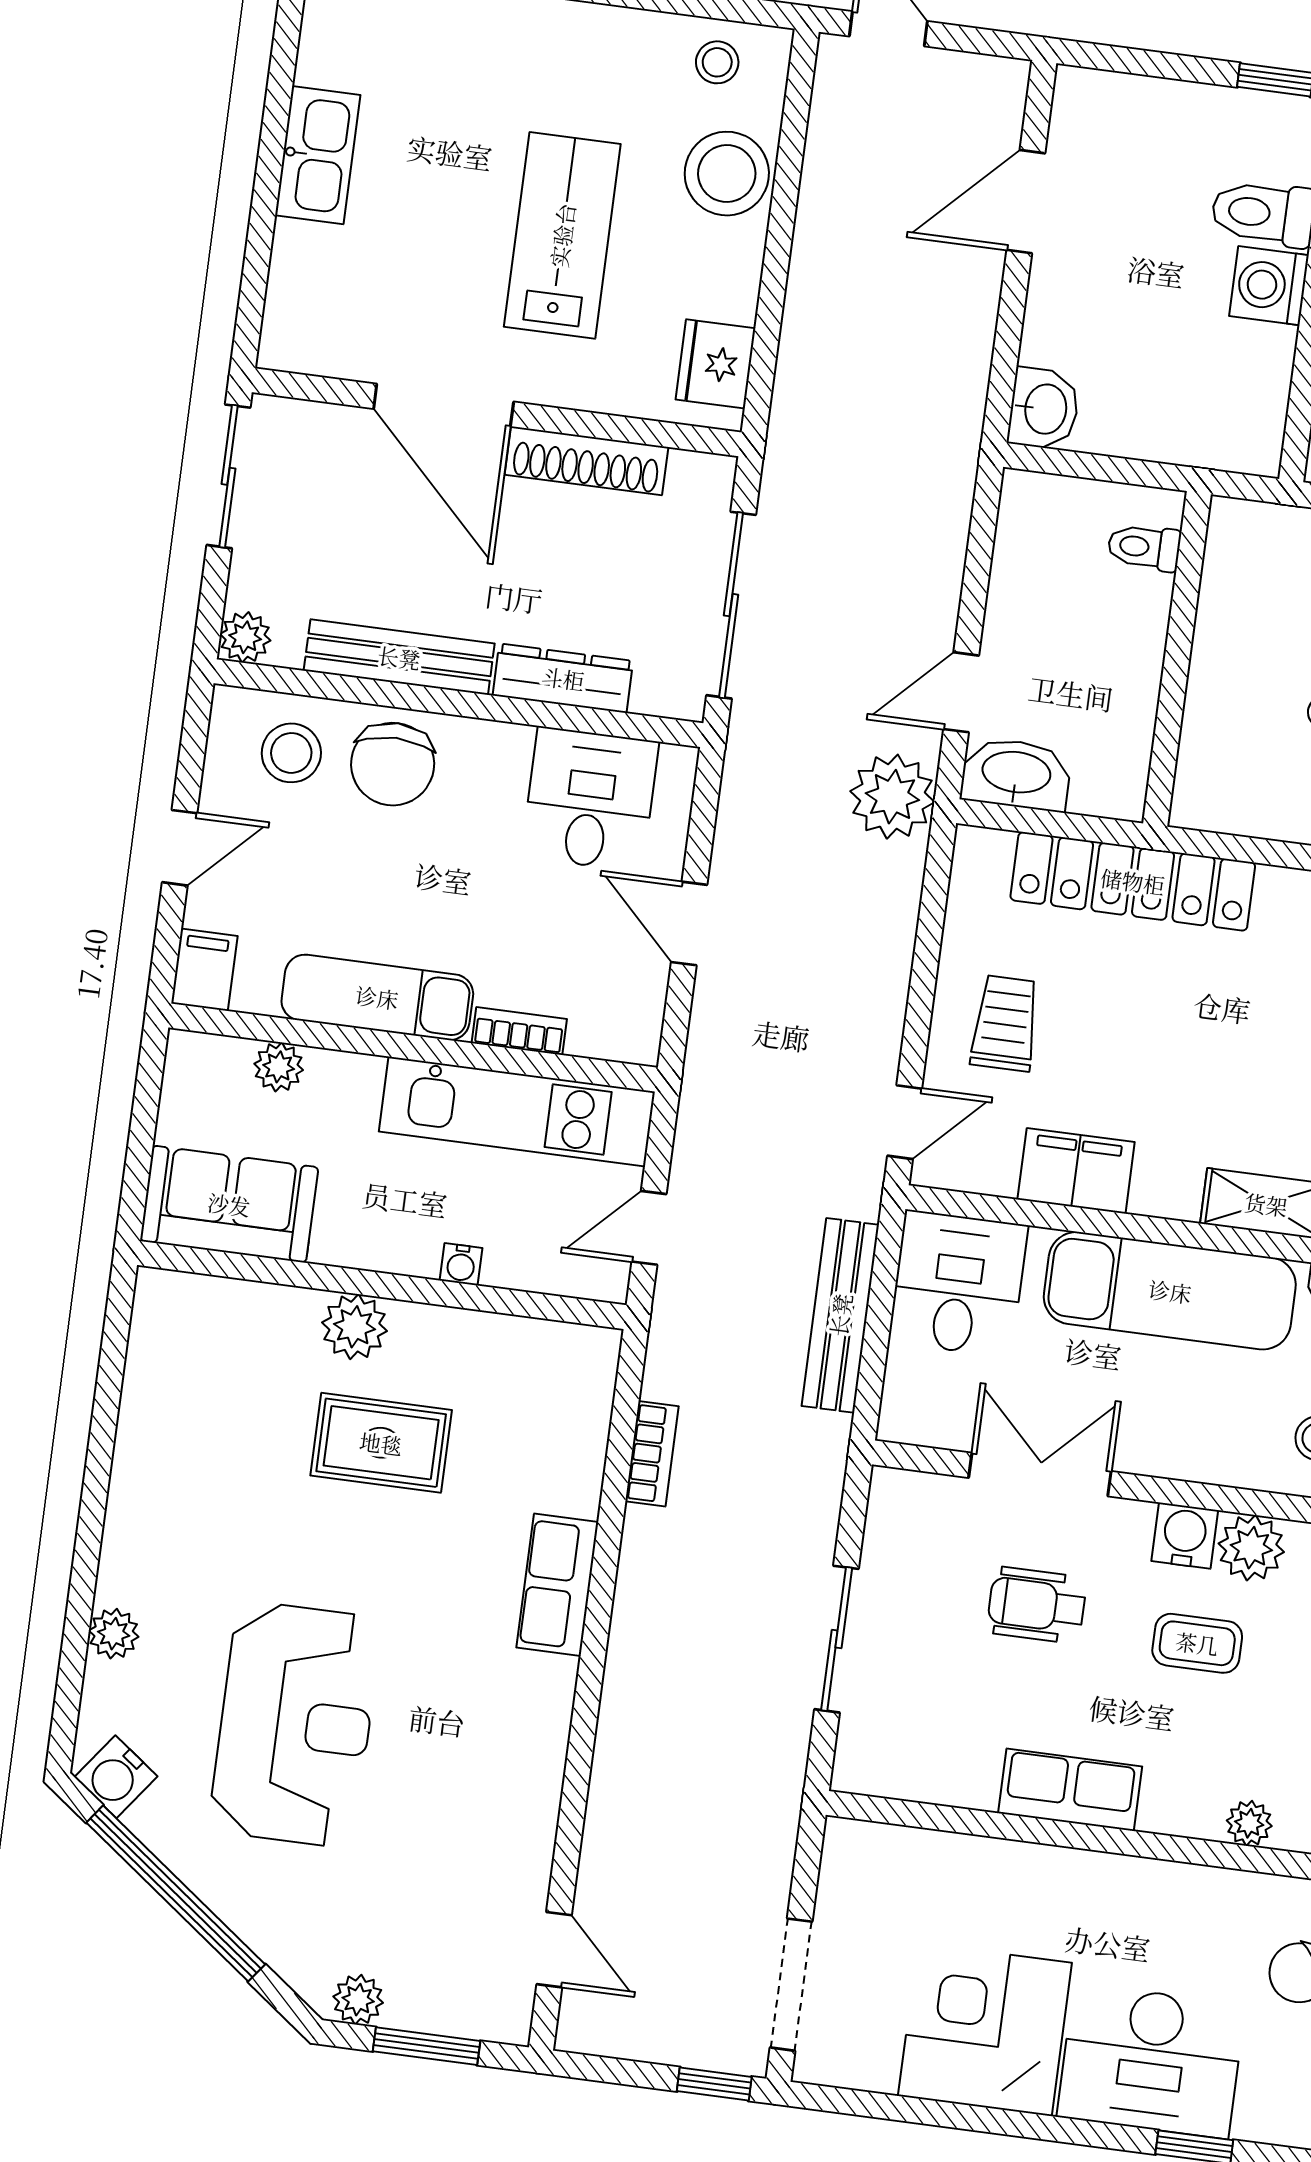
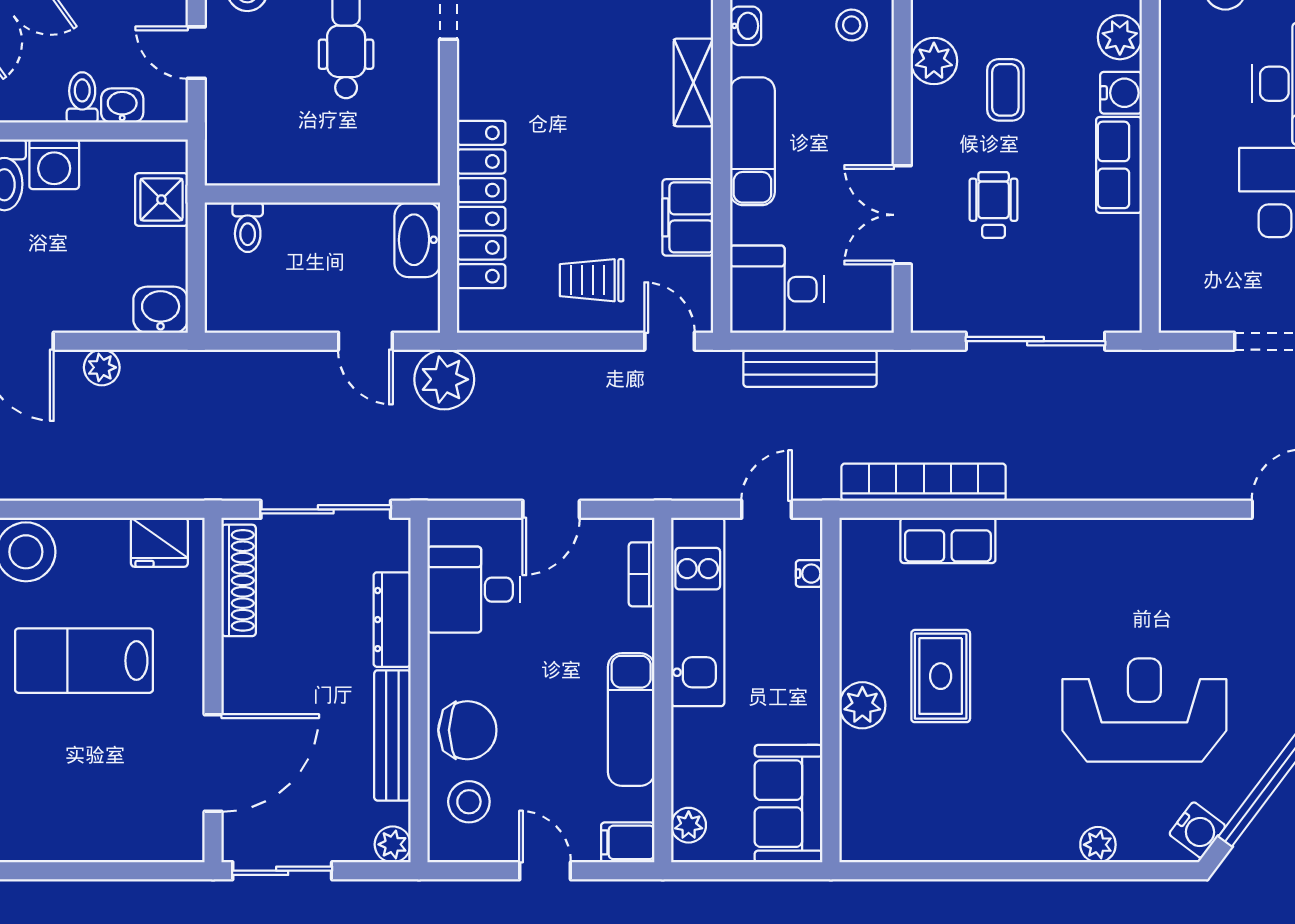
kitchen sink: (318, 155) -> (51, 838), removed
plant: (973, 315) -> (102, 367), added
door: (444, 405) -> (213, 763), moved
shower: (1199, 431) -> (161, 200), added
shoe rack: (586, 461) -> (239, 580), moved
washbasin: (1016, 774) -> (417, 240), moved
bookcase: (519, 1031) -> (642, 574), moved
plant: (279, 1067) -> (689, 825), moved
door: (649, 1228) -> (767, 509), swing flipped
water cooler: (461, 1264) -> (809, 574), moved
exam couch: (1170, 1291) -> (752, 141), width x0.73, depth x0.69
bookcase: (652, 1454) -> (924, 482), width x2.31, depth x1.31
water cooler: (1185, 1536) -> (1121, 93), moved, turned 180
row of seats: (557, 1585) -> (948, 540), moved
wheelchair: (1037, 1605) -> (994, 205), turned 180
sliding door: (837, 1639) -> (1035, 341), width x1.37
plant: (1249, 1823) -> (1120, 37), width x1.38, depth x1.38

